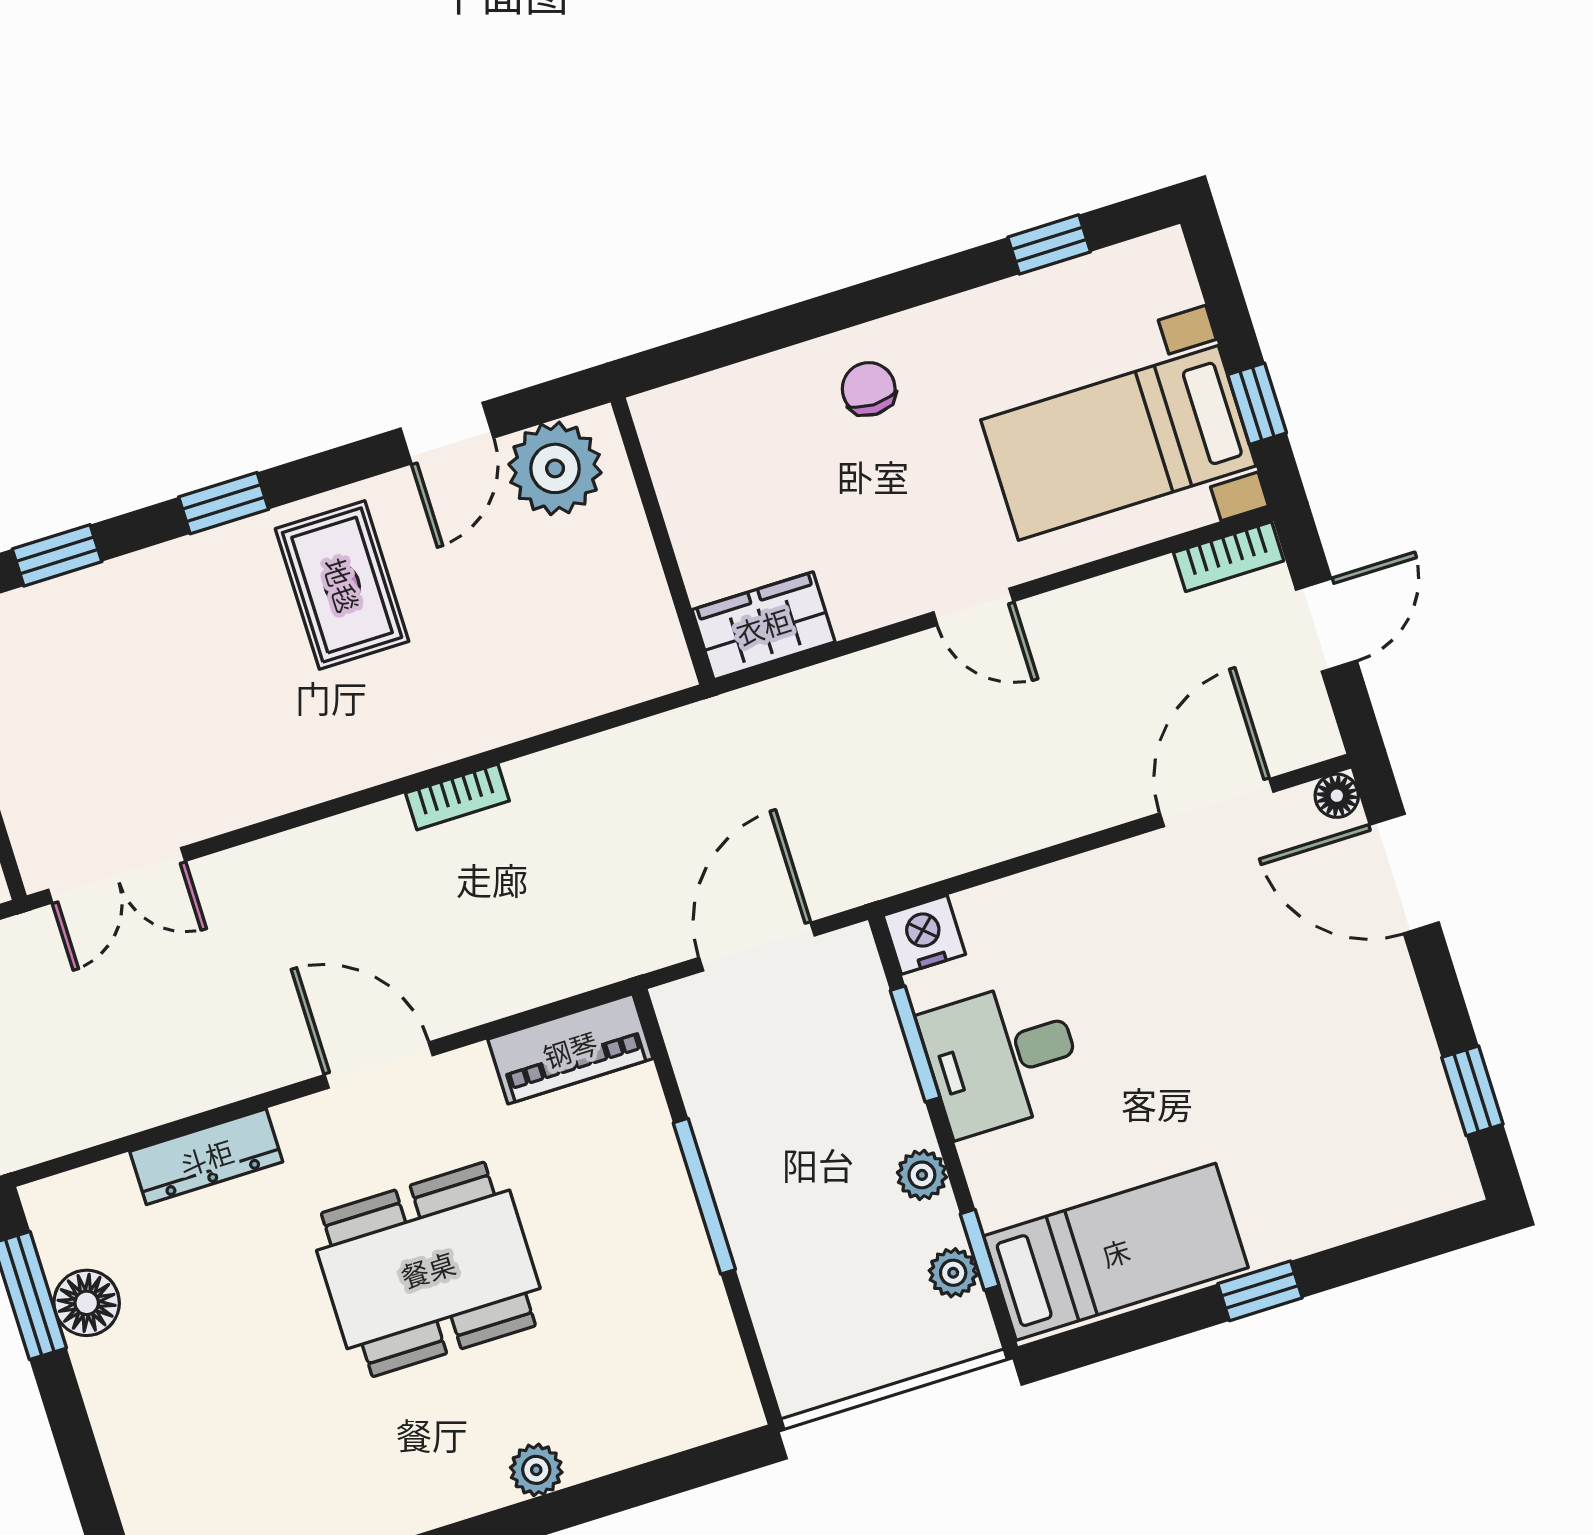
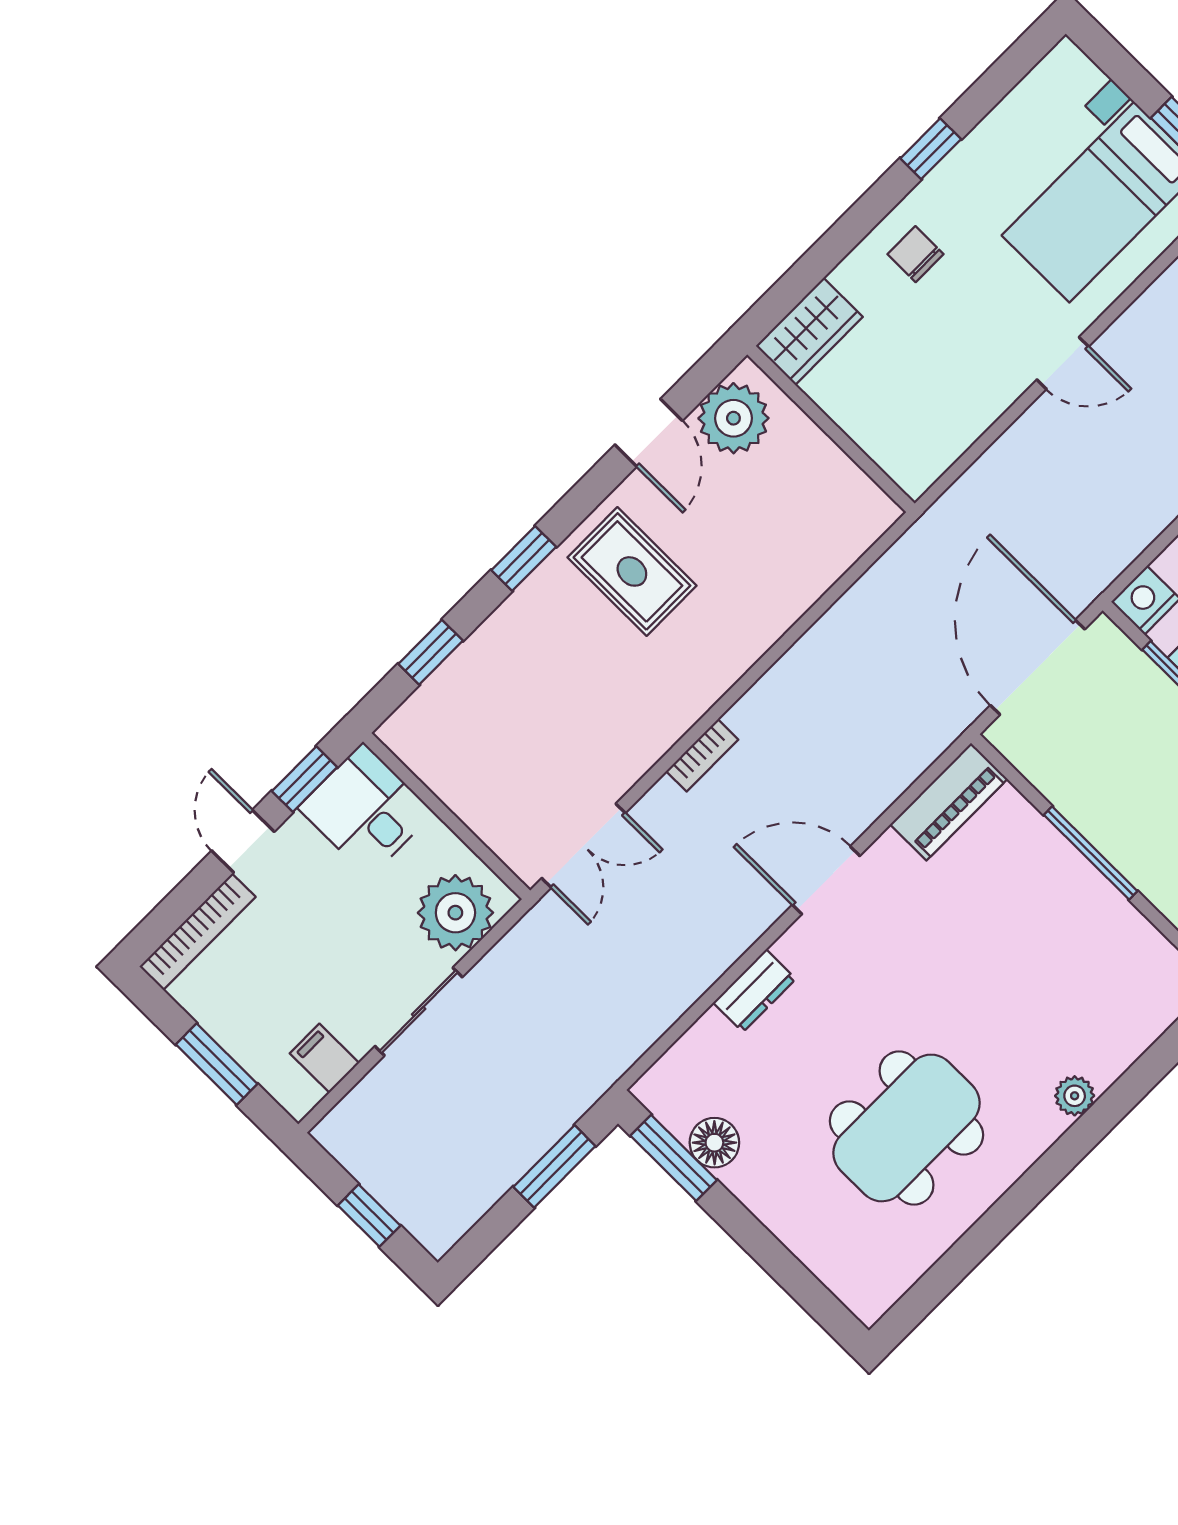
window: (1049, 244) -> (931, 149), moved
wardrobe: (763, 626) -> (809, 331), moved, turned 180
bookcase: (457, 797) -> (702, 755), moved
door: (757, 947) -> (1038, 667), width x1.36
dresser: (206, 1157) -> (755, 991), width x0.70
dining table: (428, 1269) -> (906, 1128), moved

